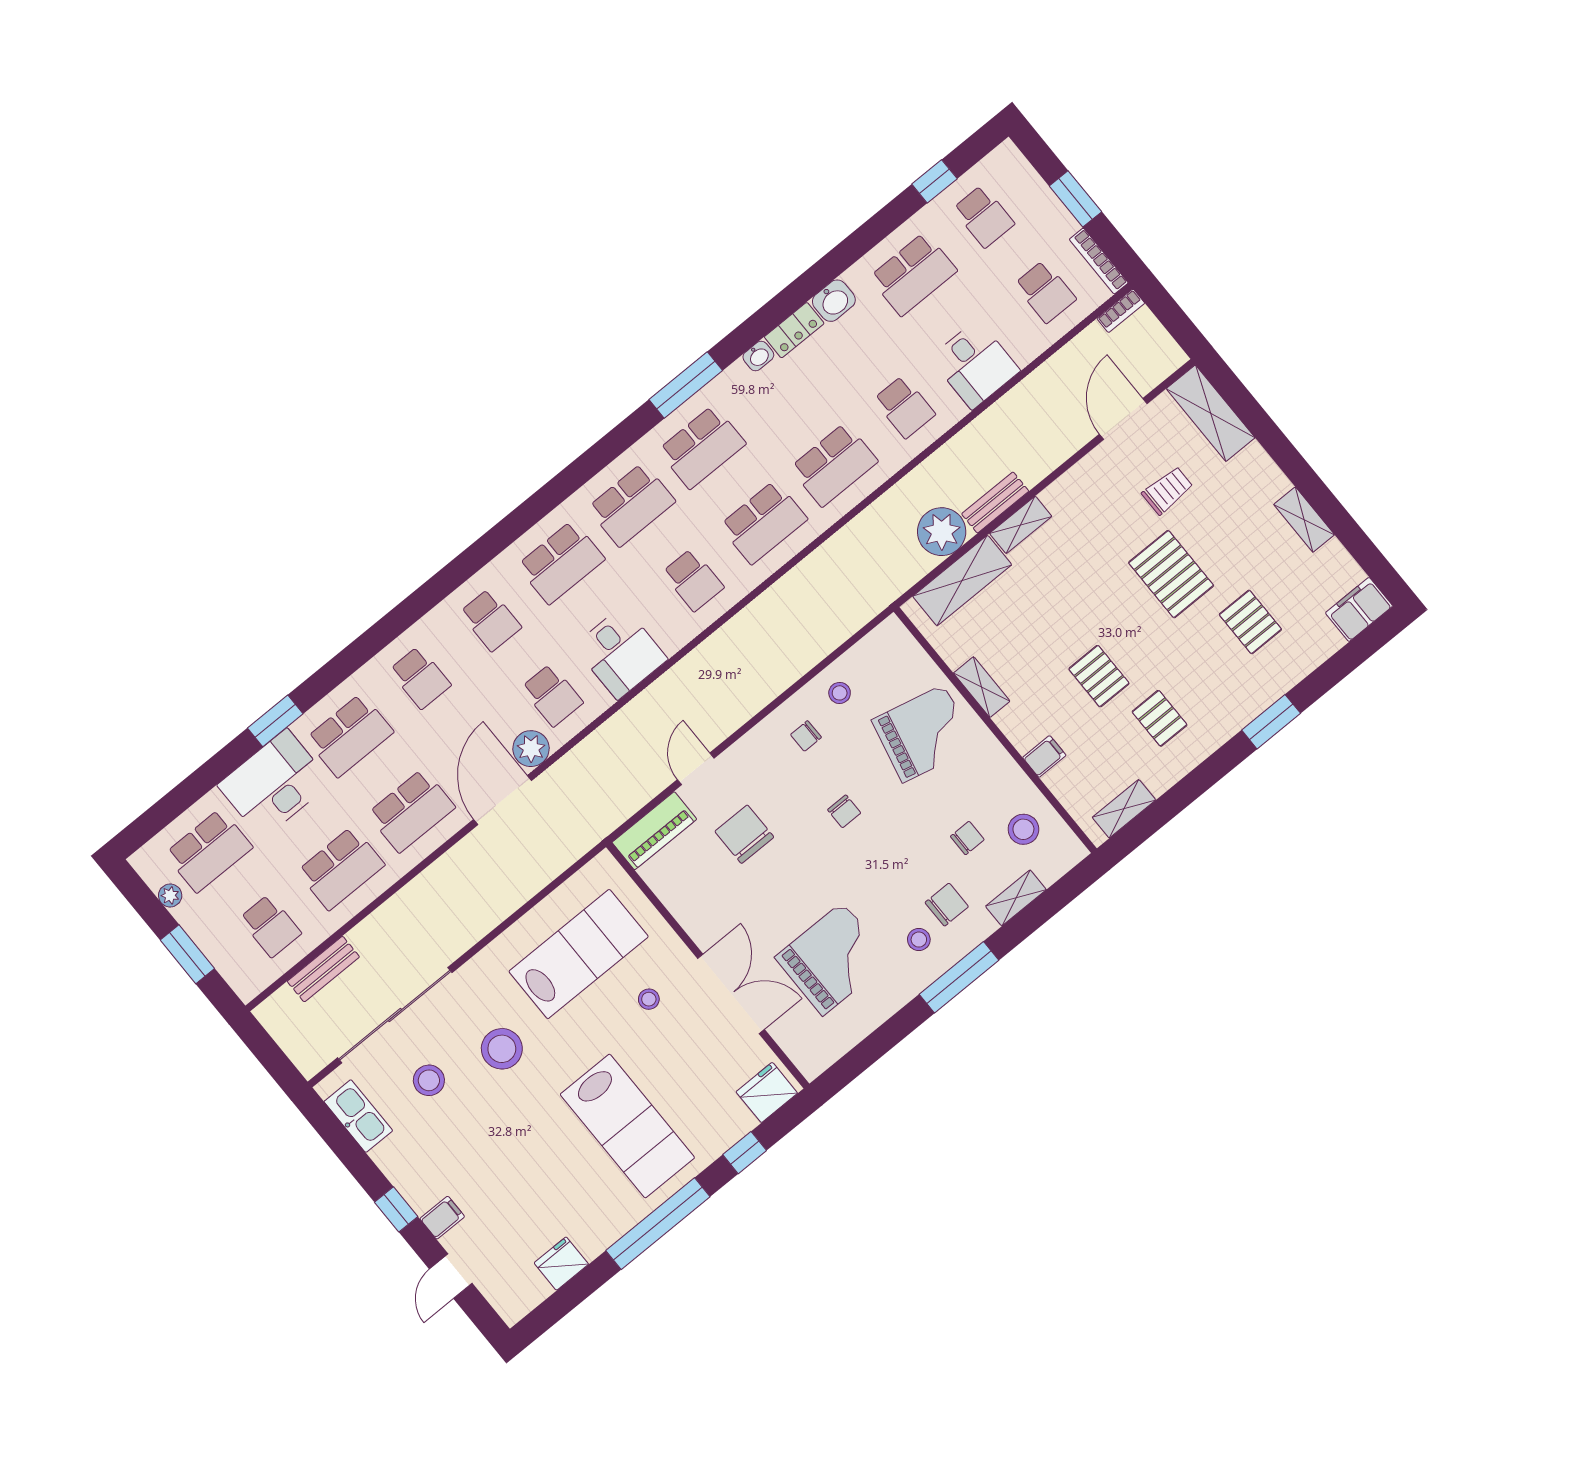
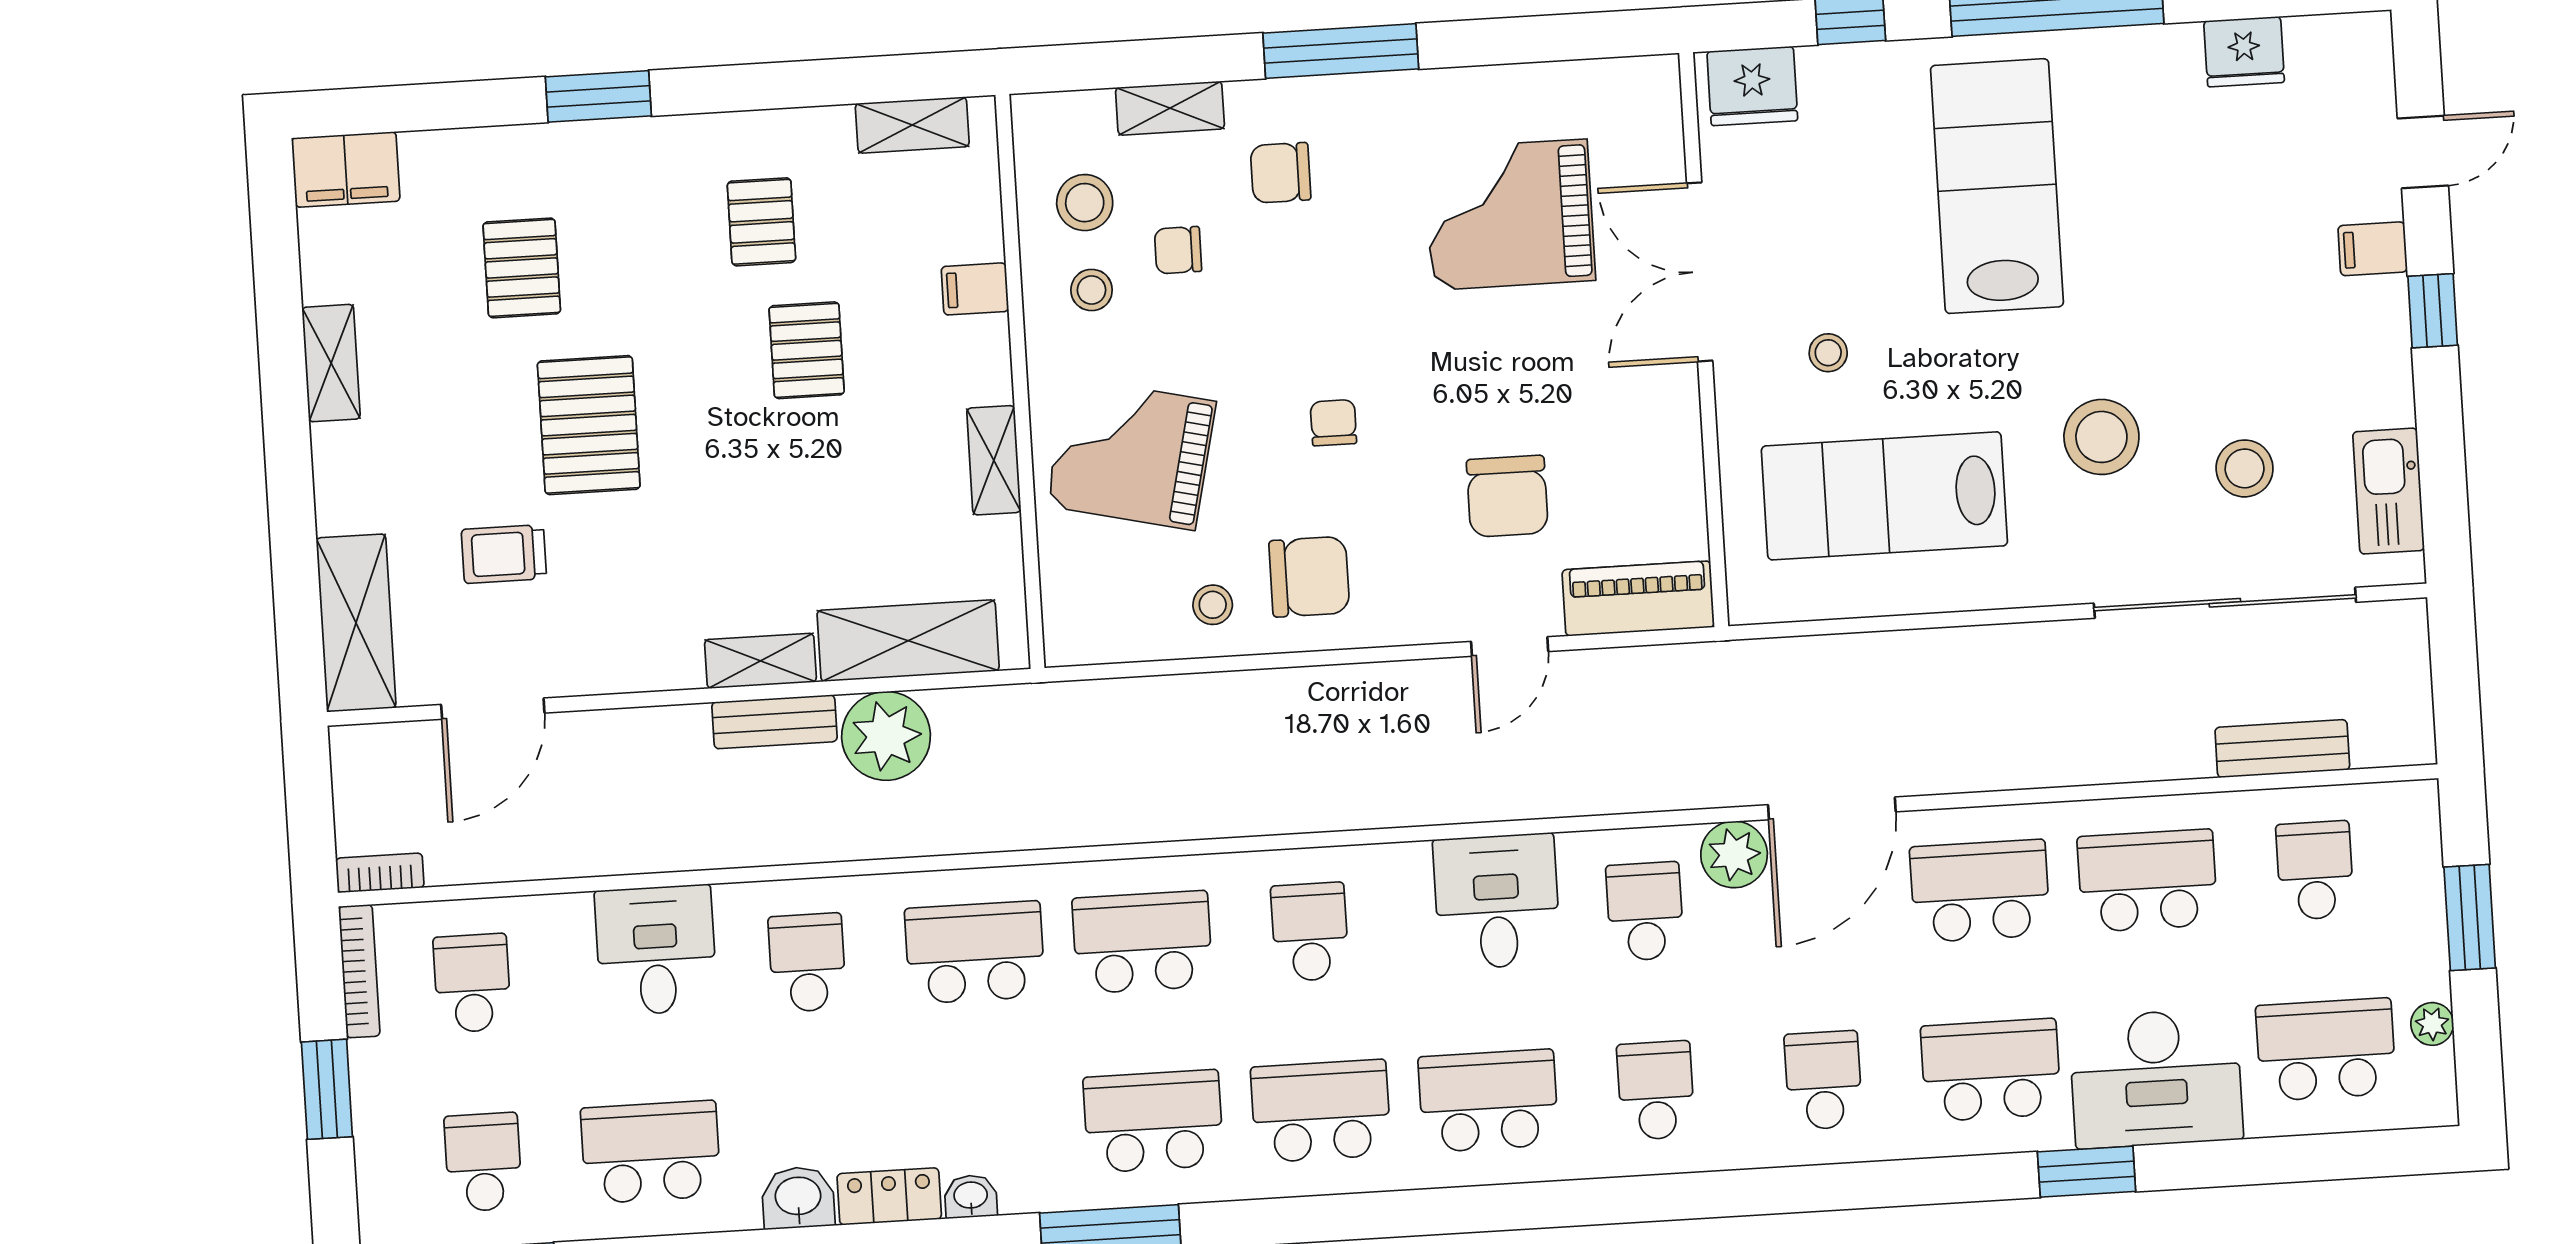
chair: (806, 736) -> (1309, 577), width x1.87, depth x1.87
stool: (919, 940) -> (1092, 290), moved

